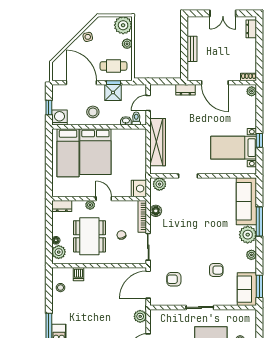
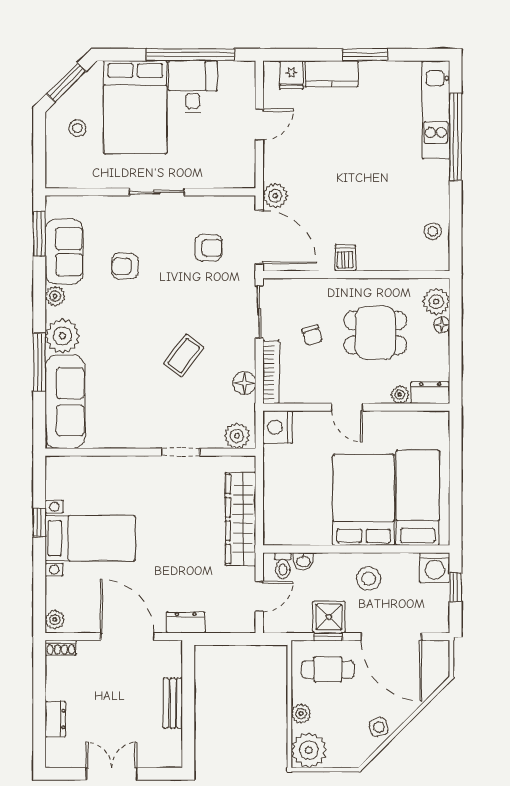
dresser: (251, 29) -> (55, 719), moved
bed with nightstands: (234, 148) -> (90, 538), moved
plant: (90, 205) -> (400, 395), moved
coffee table: (186, 225) -> (184, 356), added
dining table: (89, 236) -> (375, 333), width x0.73
dishwasher: (79, 274) -> (345, 258), moved
door: (148, 285) -> (259, 237), hinge flipped
sofa: (247, 289) -> (64, 252), moved
plant: (140, 316) -> (275, 196), moved

